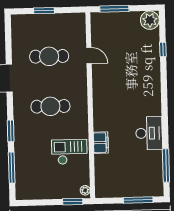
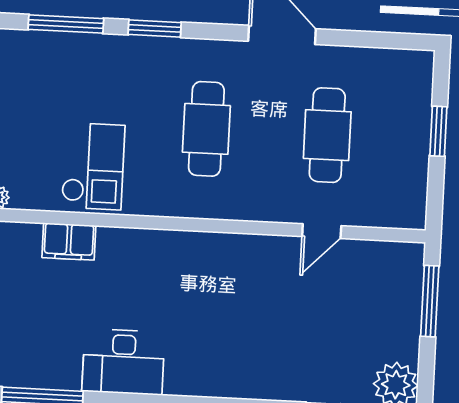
filing cabinet: (101, 143) -> (69, 242), moved

